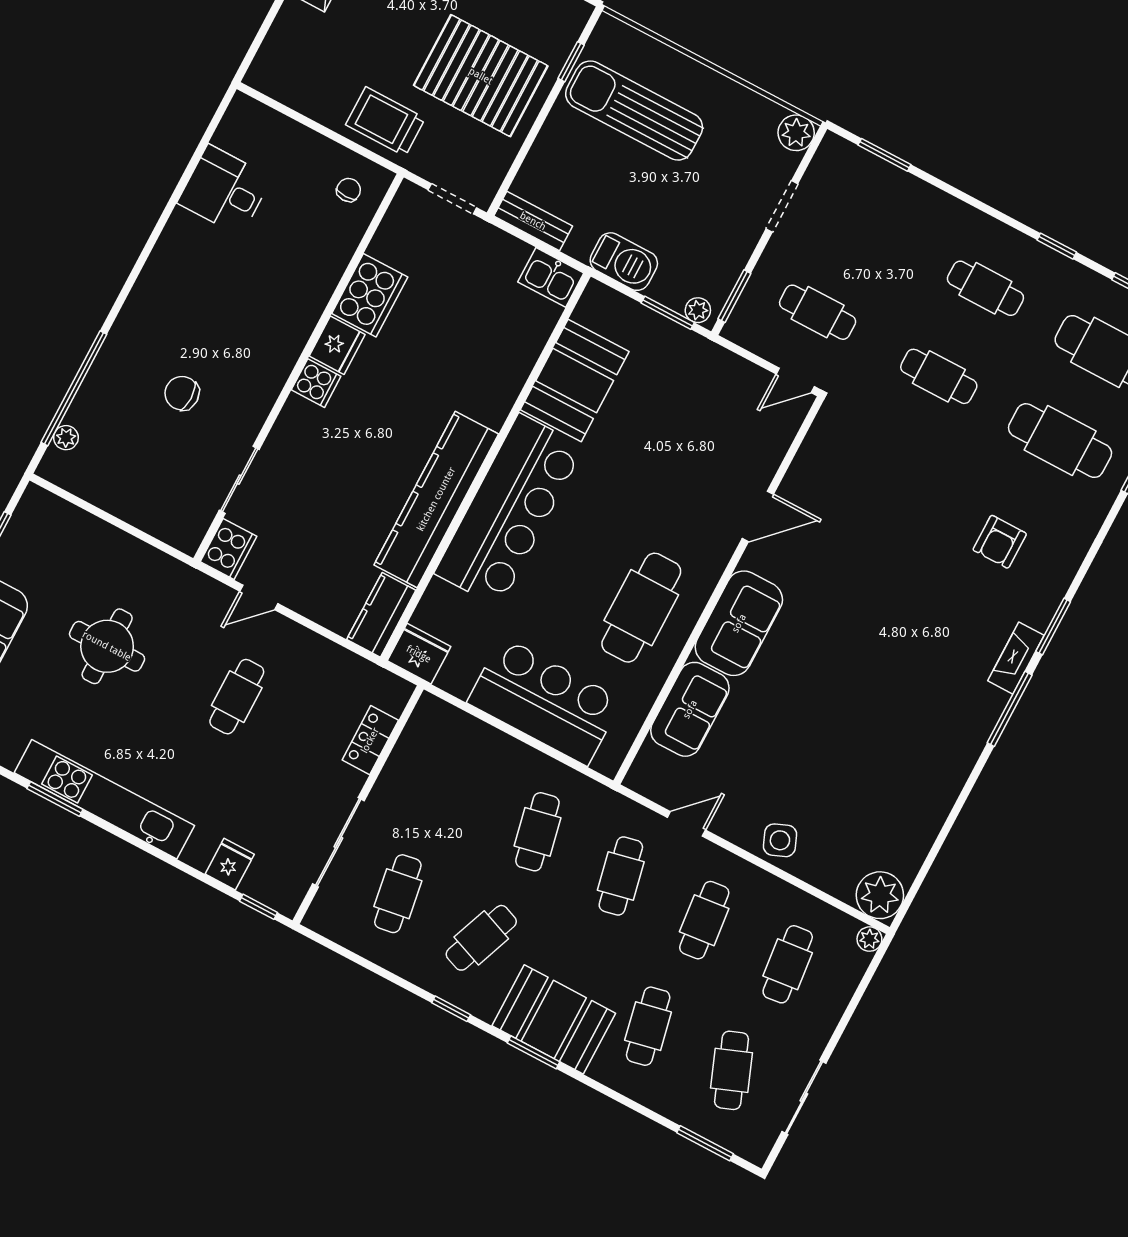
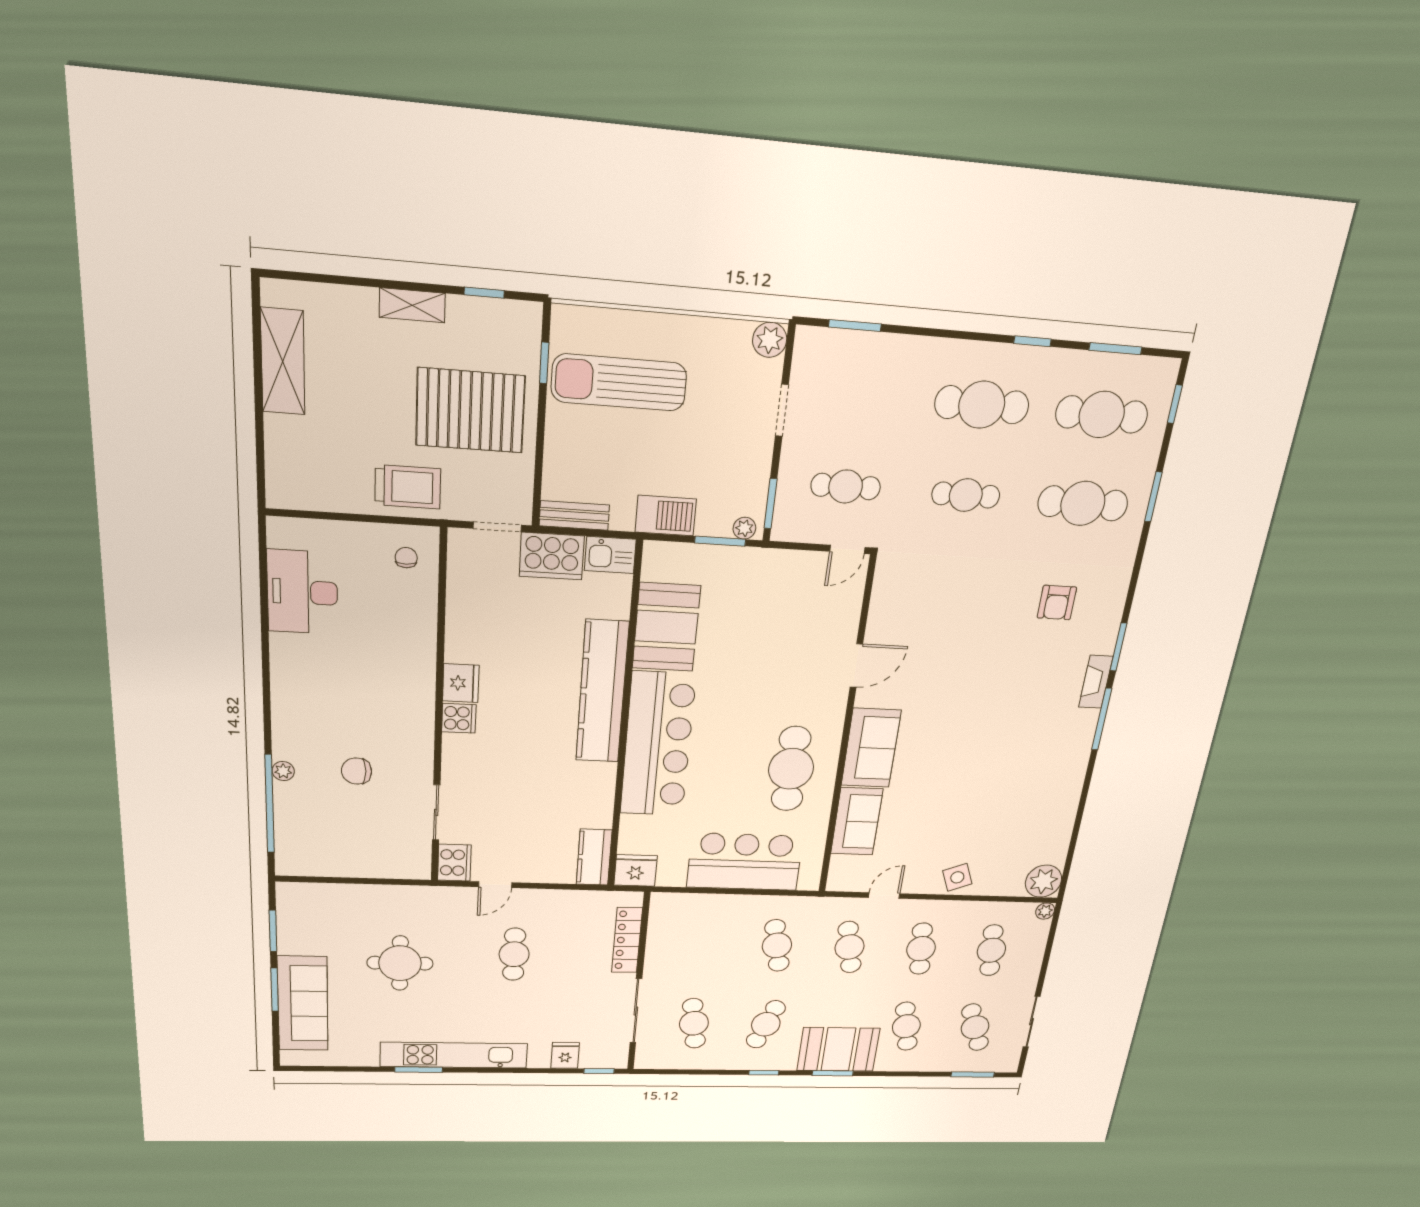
trolley: (385, 121) -> (408, 487), turned 180
desk: (225, 190) -> (302, 592), width x1.37
cafe table: (985, 288) -> (982, 405), width x1.37, depth x1.35
cooker: (370, 295) -> (552, 556), moved, turned 90
plant: (66, 438) -> (283, 771), moved
kitchen counter: (436, 499) -> (602, 692), moved
locker: (370, 740) -> (627, 940), width x1.53

